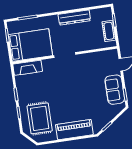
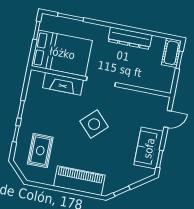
cot: (109, 31) -> (171, 53), moved
fireplace: (28, 68) -> (63, 84), moved
side table: (71, 86) -> (94, 124), added
rug: (40, 118) -> (40, 151), width x0.73, depth x0.70

